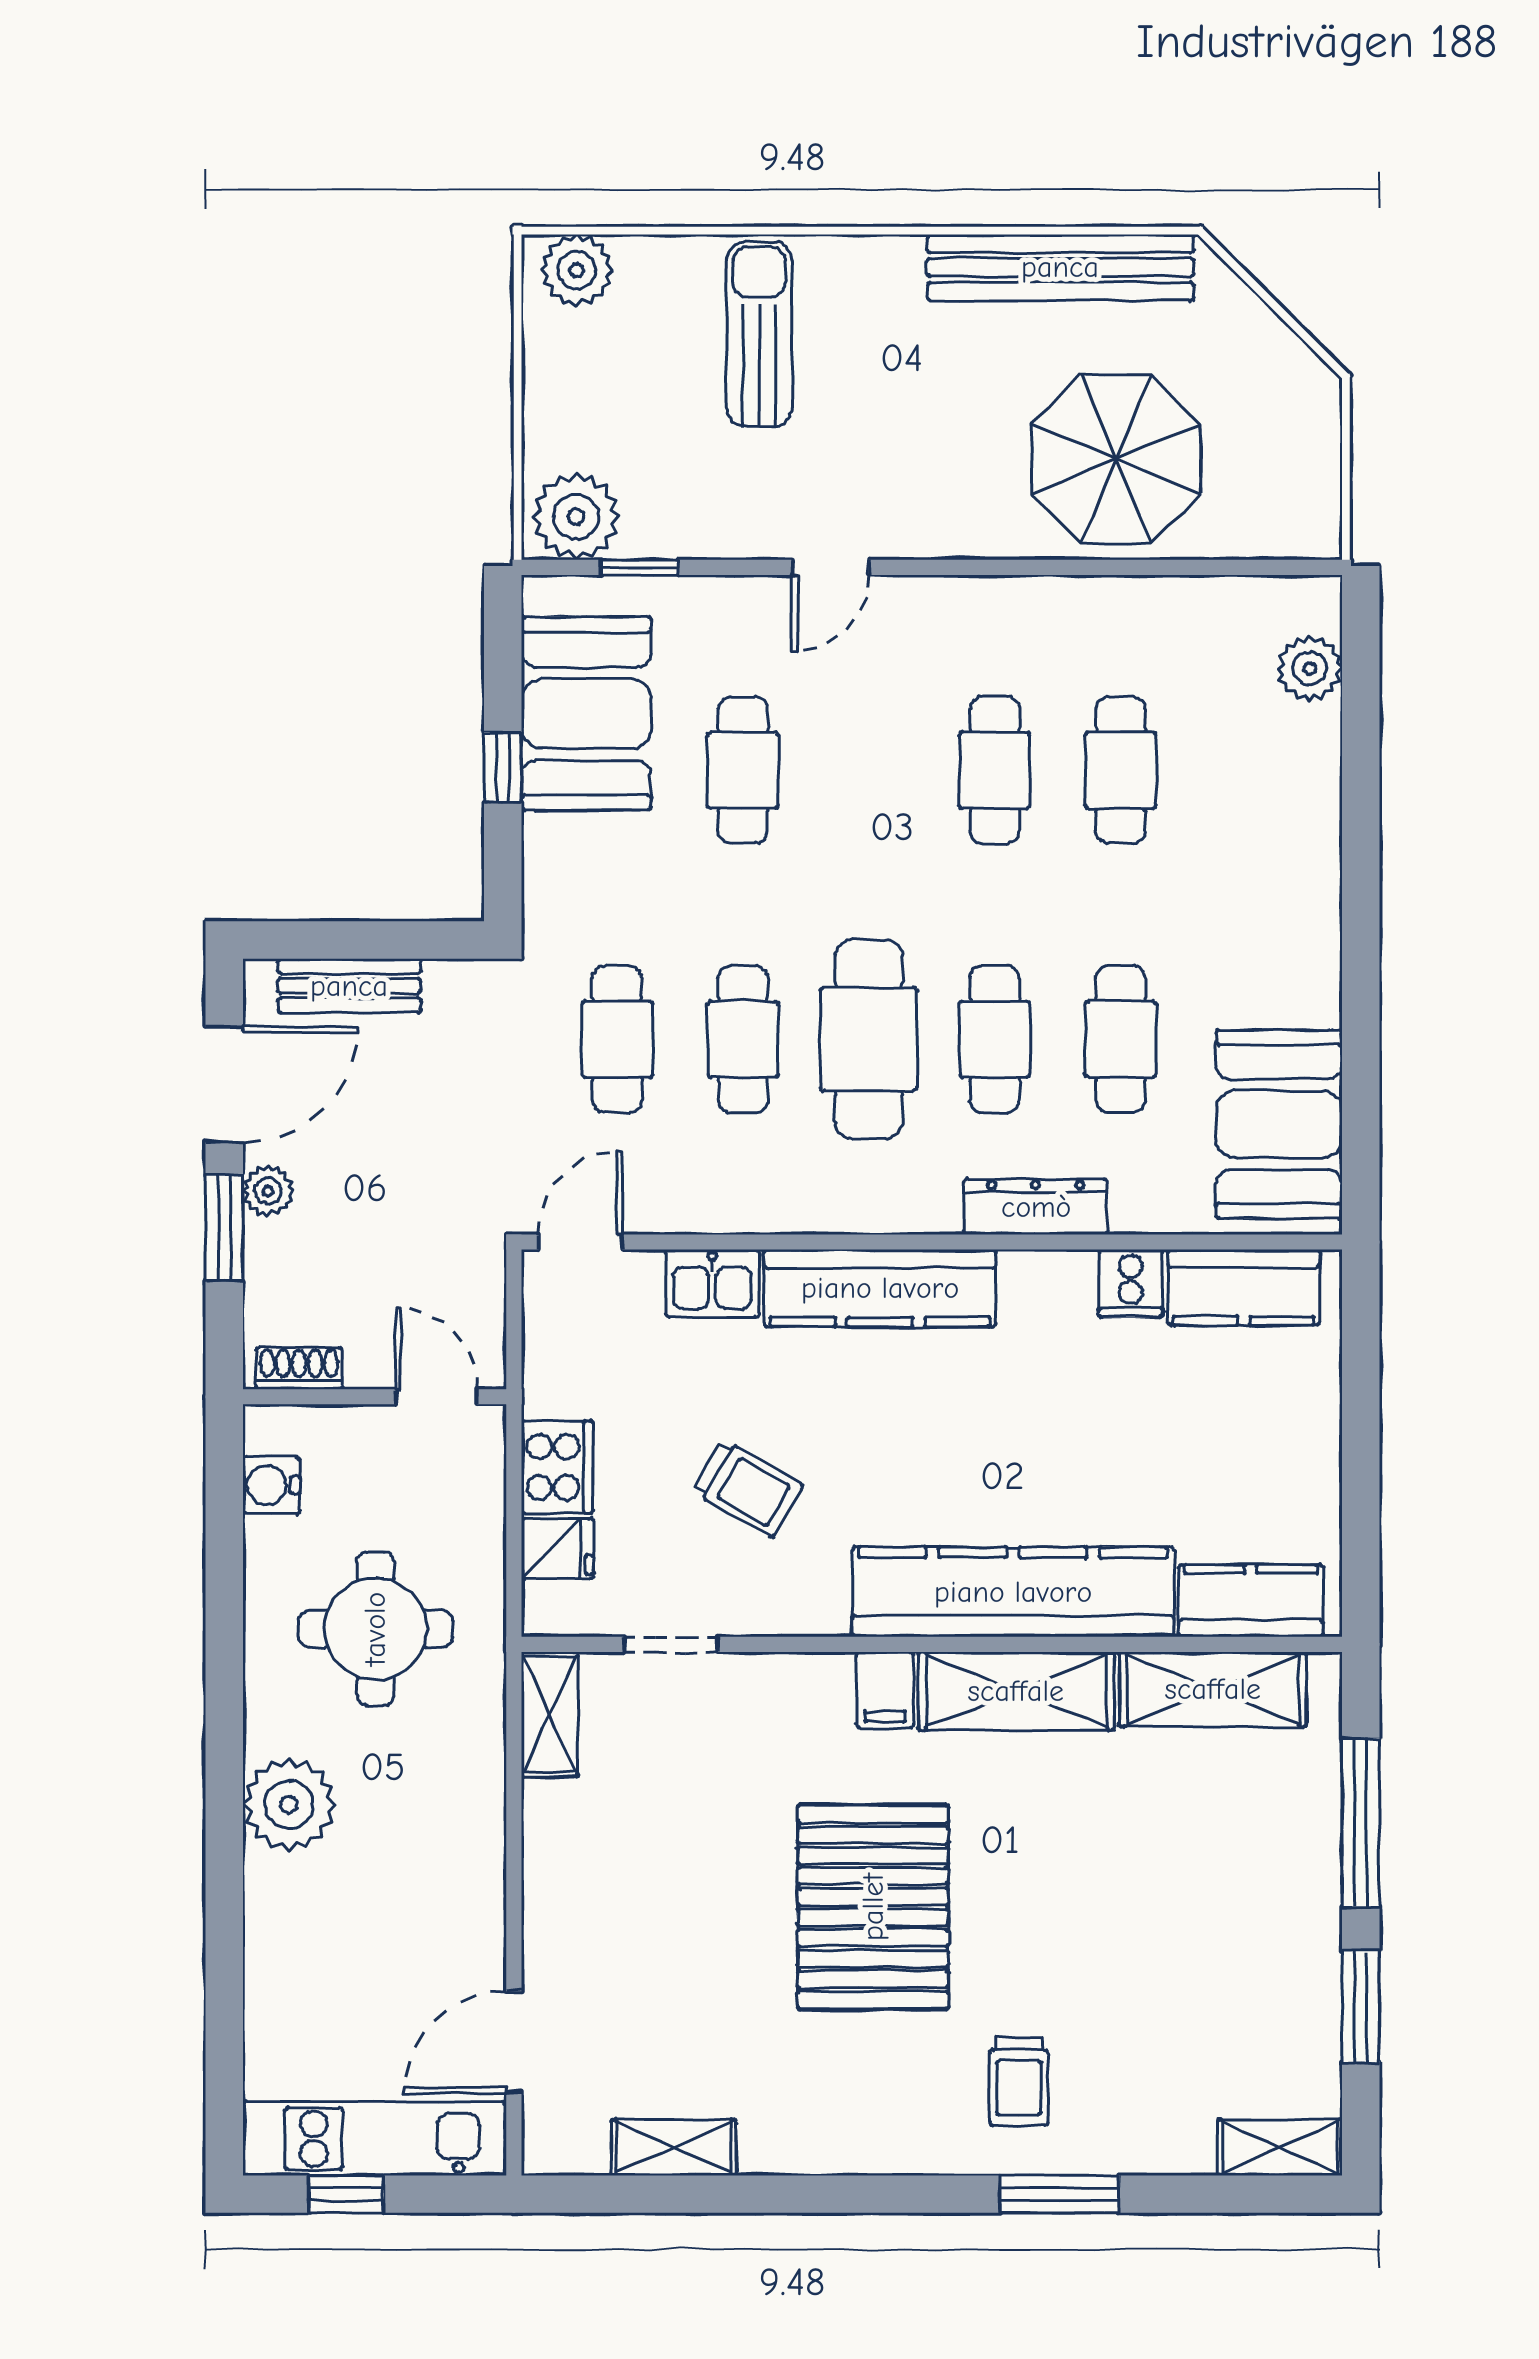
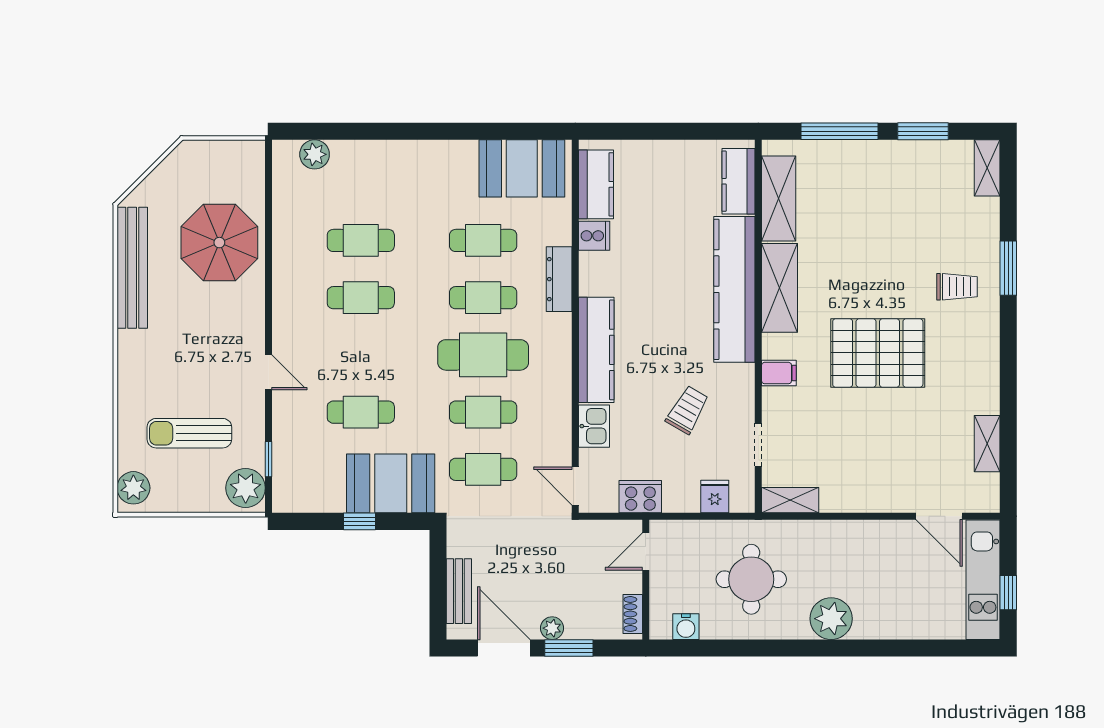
sun lounger: (759, 334) -> (189, 433), moved
booth: (586, 714) -> (391, 483), moved
cooker: (557, 1467) -> (640, 497), moved
filing cabinet: (885, 1690) -> (779, 373), moved

